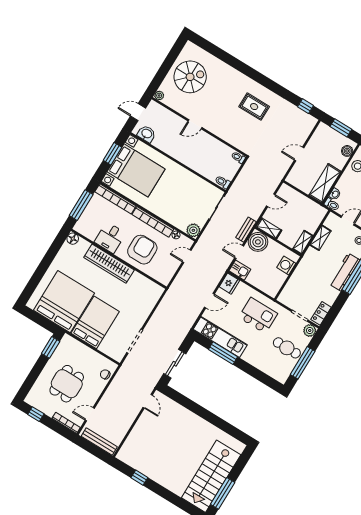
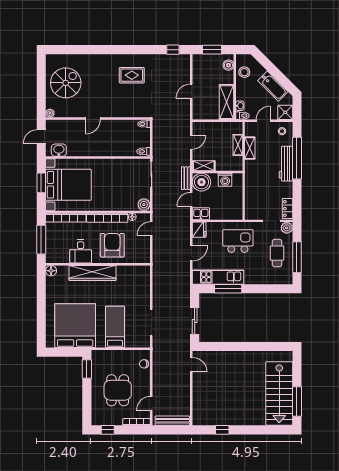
shelving: (303, 242) -> (238, 145), moved
washing machine: (286, 265) -> (225, 180), moved, turned -90
bed: (95, 322) -> (115, 327), width x0.67
cafe table: (287, 348) -> (277, 253), turned 90

